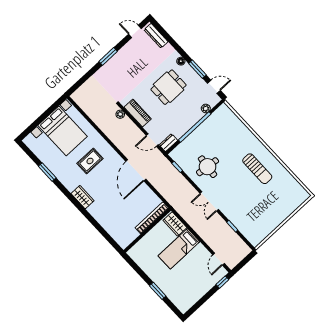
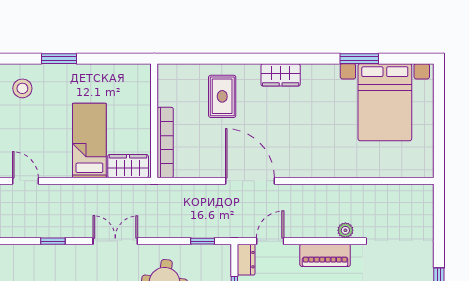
bed with nightstands: (63, 131) -> (385, 102), moved, turned -90
rug: (90, 161) -> (222, 96), moved
stool: (183, 294) -> (22, 88), added

